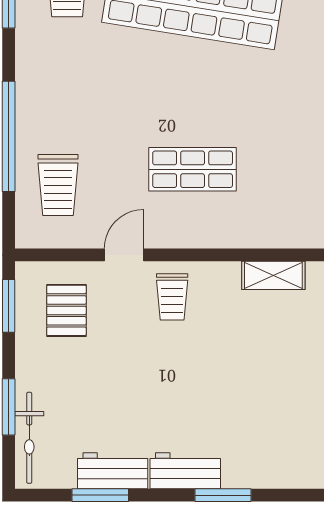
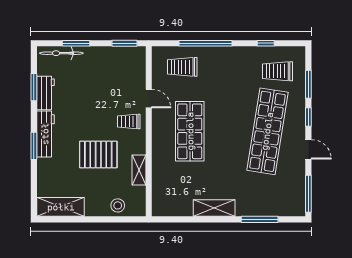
shop shelf: (193, 169) -> (190, 131), width x1.43, depth x1.36
pallet: (66, 310) -> (98, 155), moved, width x1.50, depth x1.42
workbench: (185, 471) -> (45, 134), width x1.38

